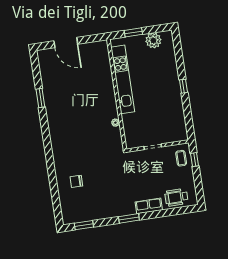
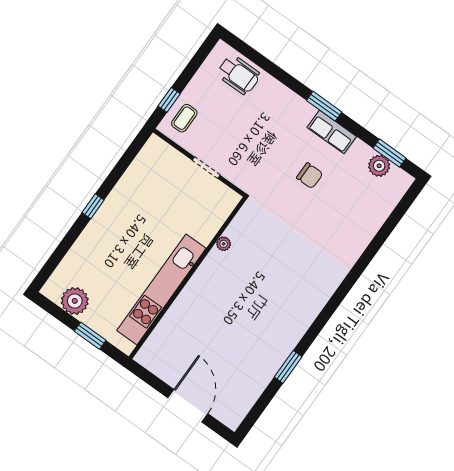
chair: (76, 181) -> (310, 176), moved
row of seats: (149, 206) -> (332, 132), moved
plant: (83, 216) -> (379, 166), added

